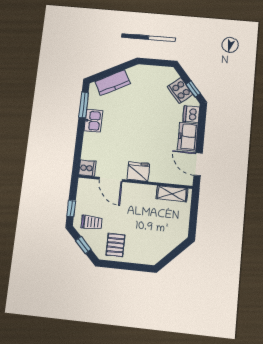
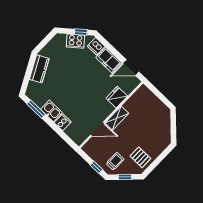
kitchen counter: (113, 83) -> (39, 69), moved
cooker: (87, 168) -> (63, 122), moved
fridge: (138, 172) -> (117, 97), moved
shelving: (172, 194) -> (117, 118), moved

